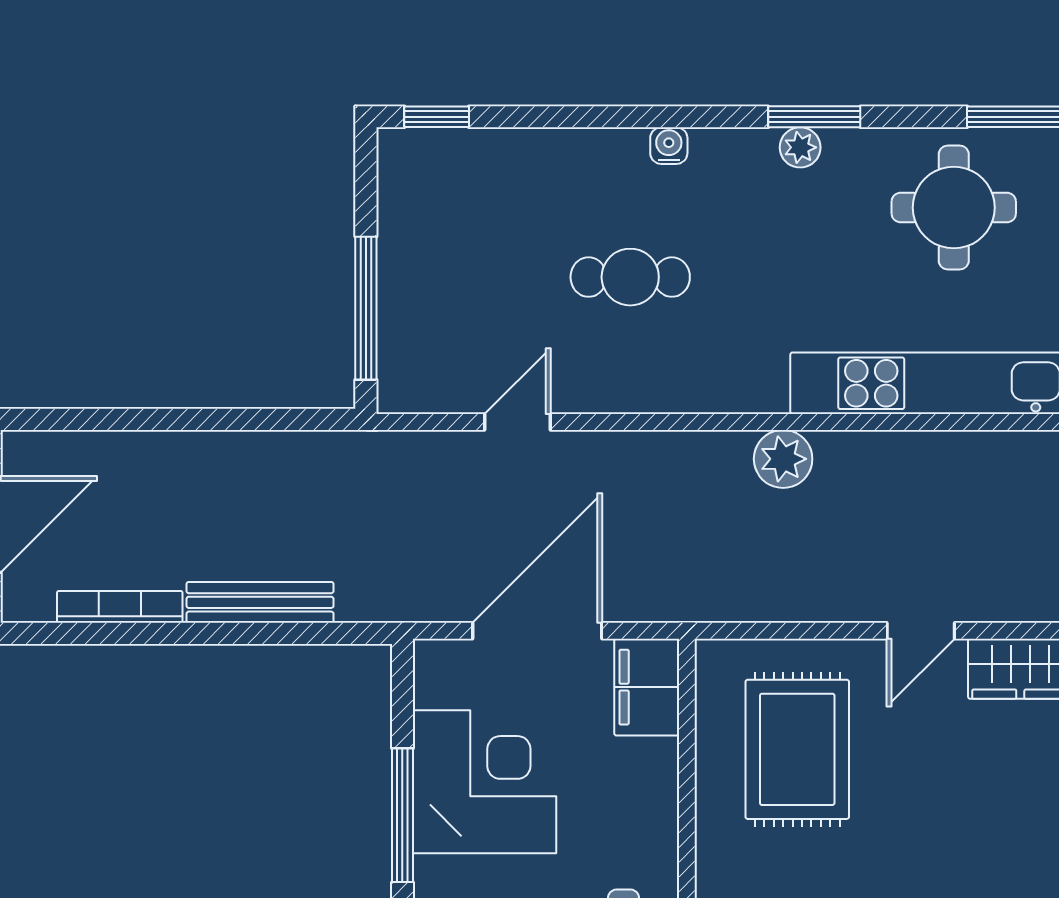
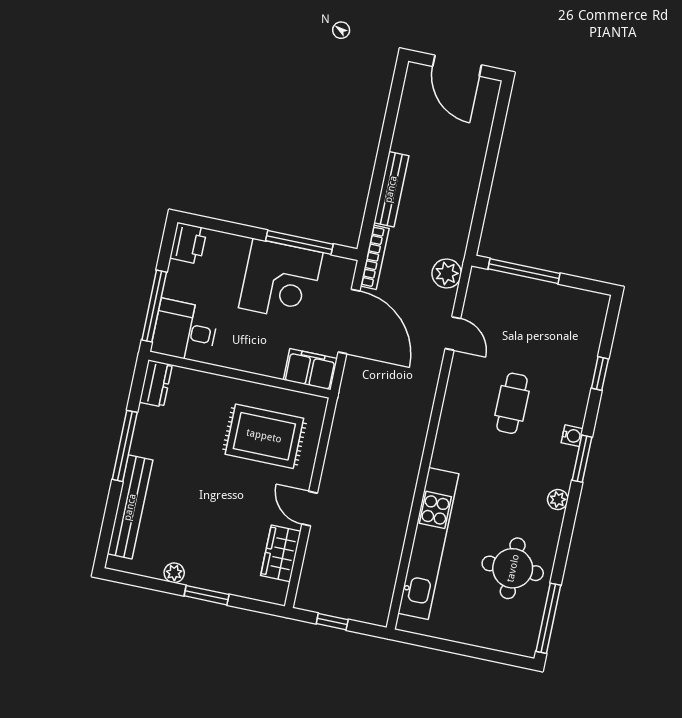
window: (437, 117) -> (600, 374), moved
window: (814, 117) -> (582, 459), moved
plant: (783, 459) -> (447, 273), moved
bookcase: (120, 607) -> (375, 257), moved
window: (402, 815) -> (299, 242), moved

